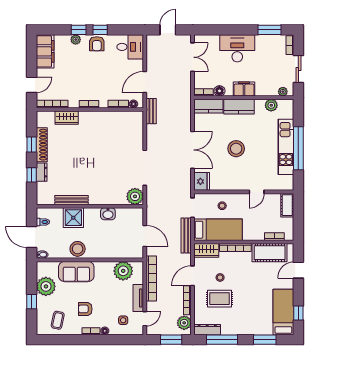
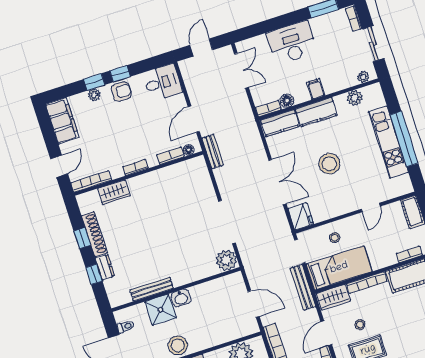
armchair: (97, 44) -> (121, 92), turned -90
filing cabinet: (244, 89) -> (316, 89), width x0.50
washbasin: (108, 214) -> (181, 298), moved

